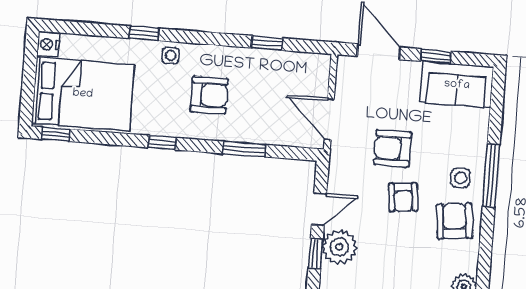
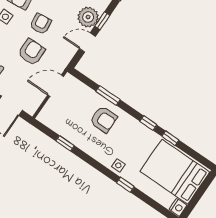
armchair: (209, 95) -> (104, 119), moved, turned 180
door: (329, 119) -> (56, 86), swing flipped
window: (56, 134) -> (170, 138), moved
armchair: (393, 148) -> (31, 52), turned -90

